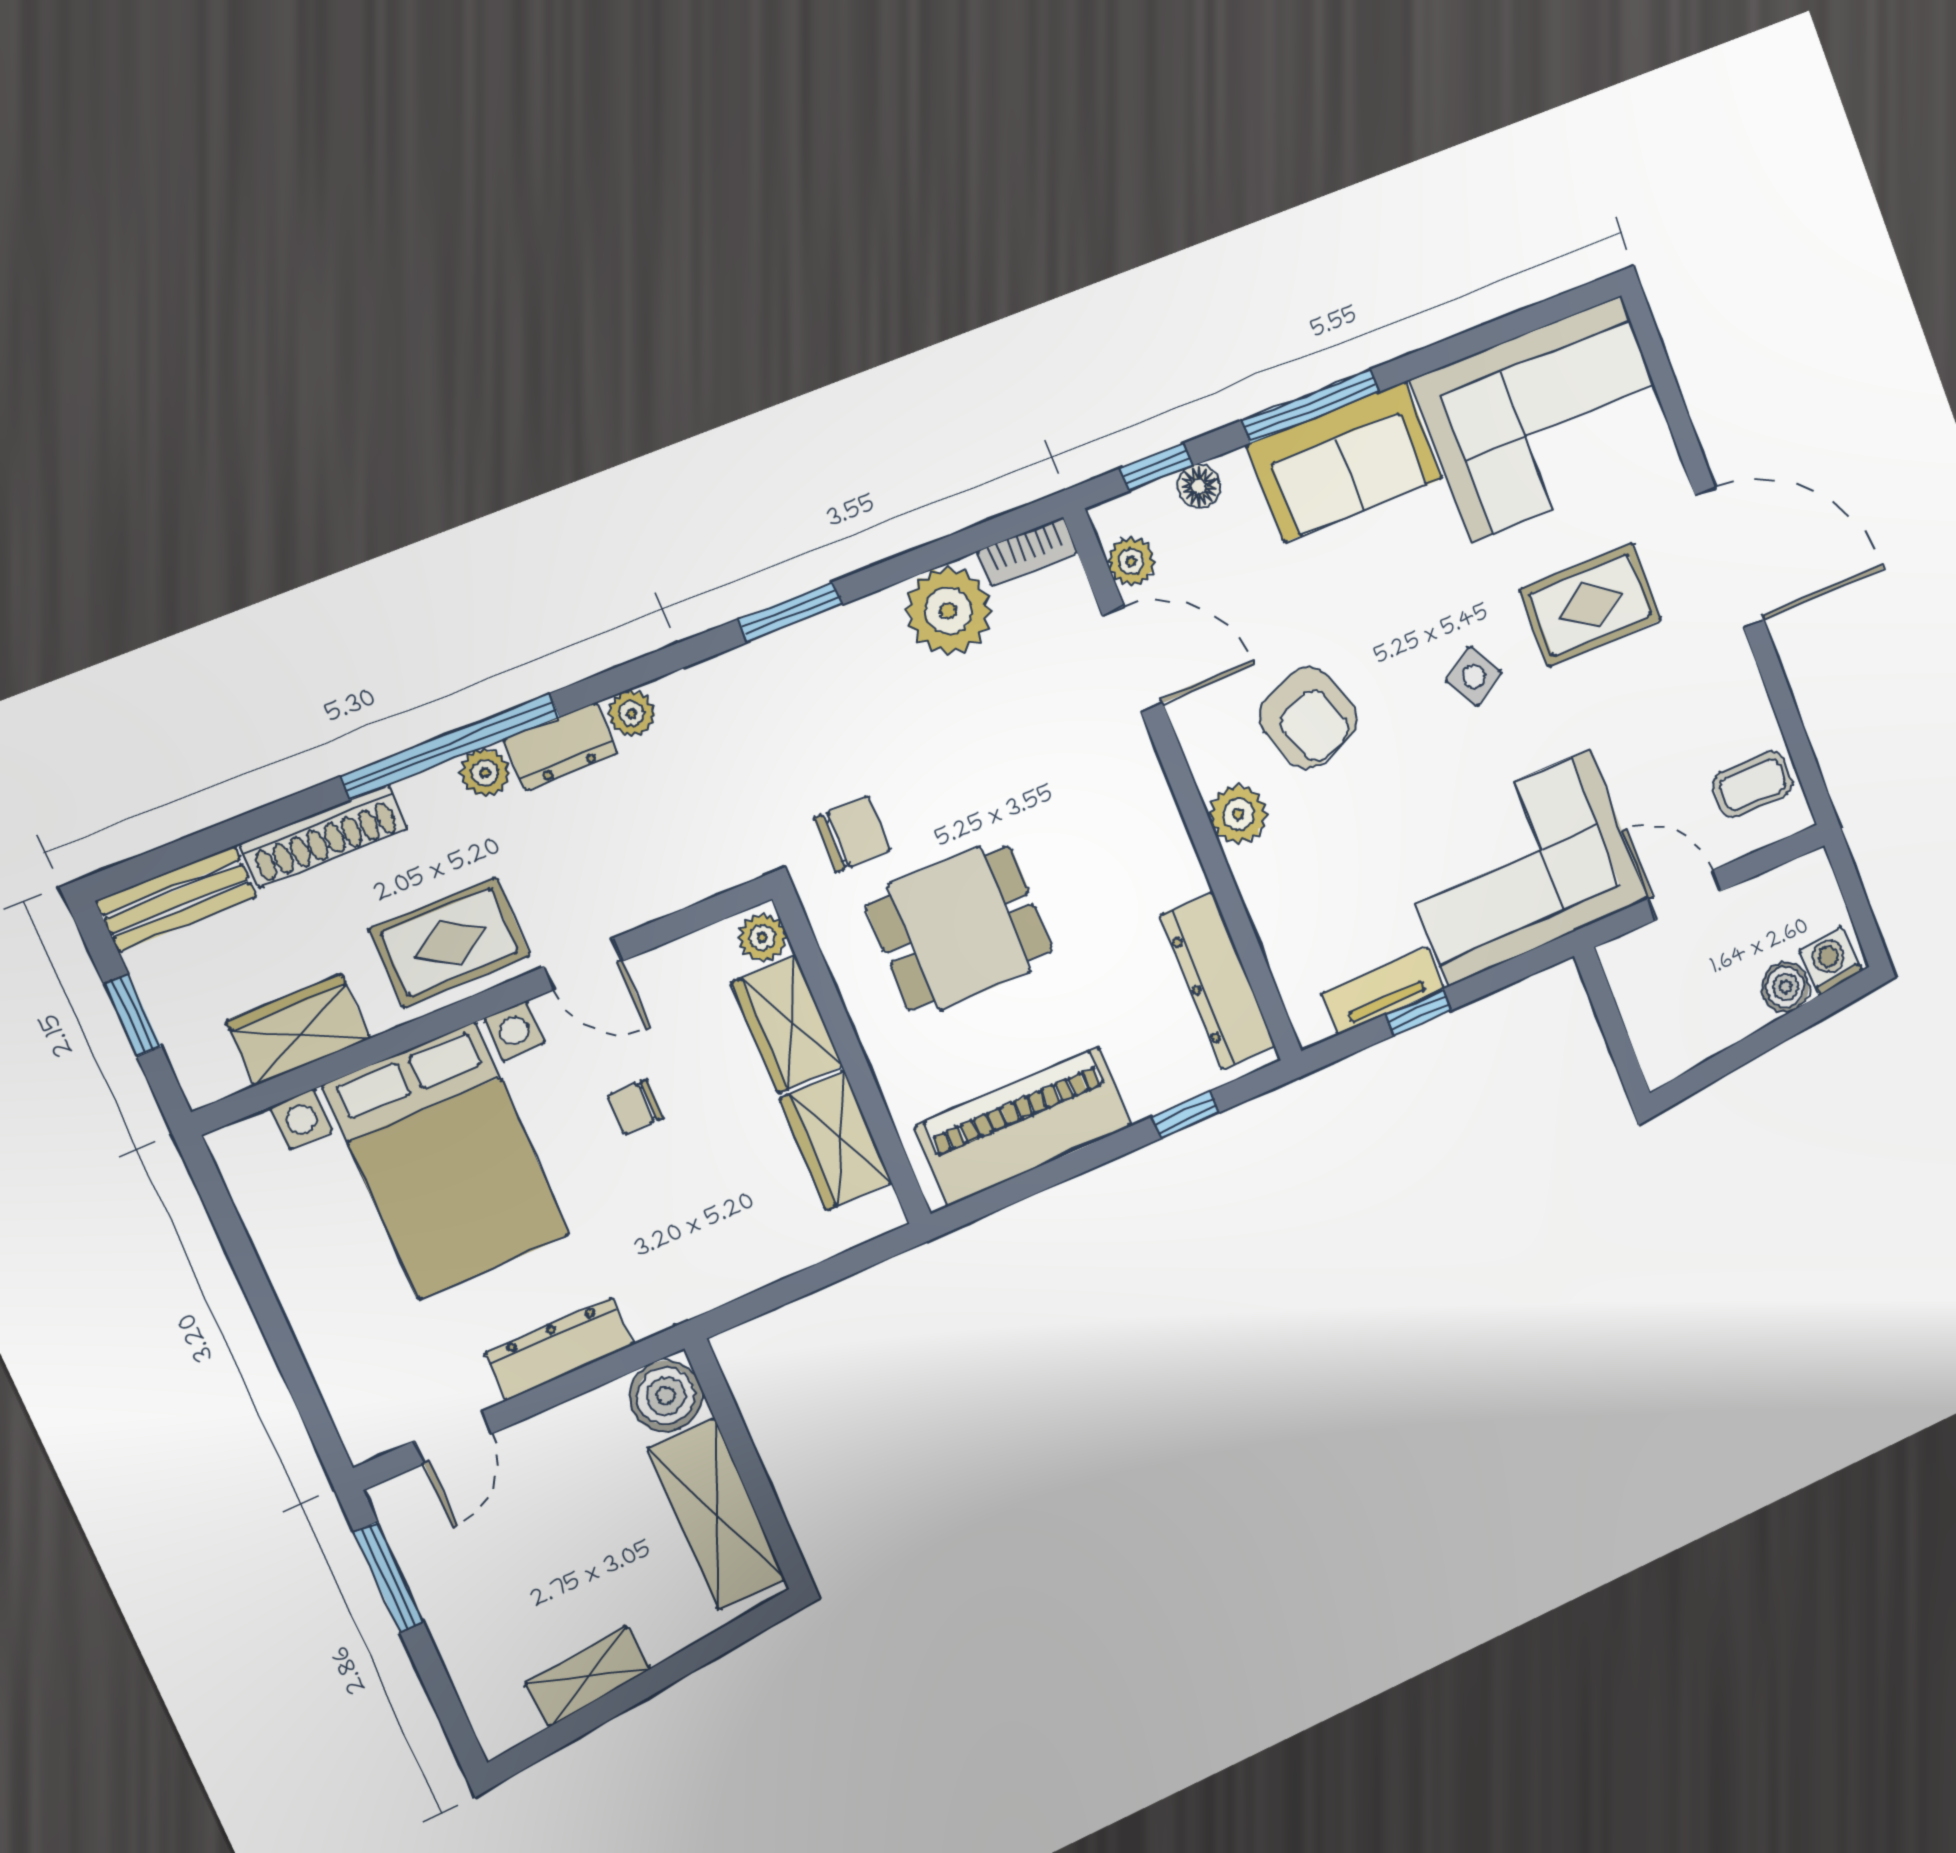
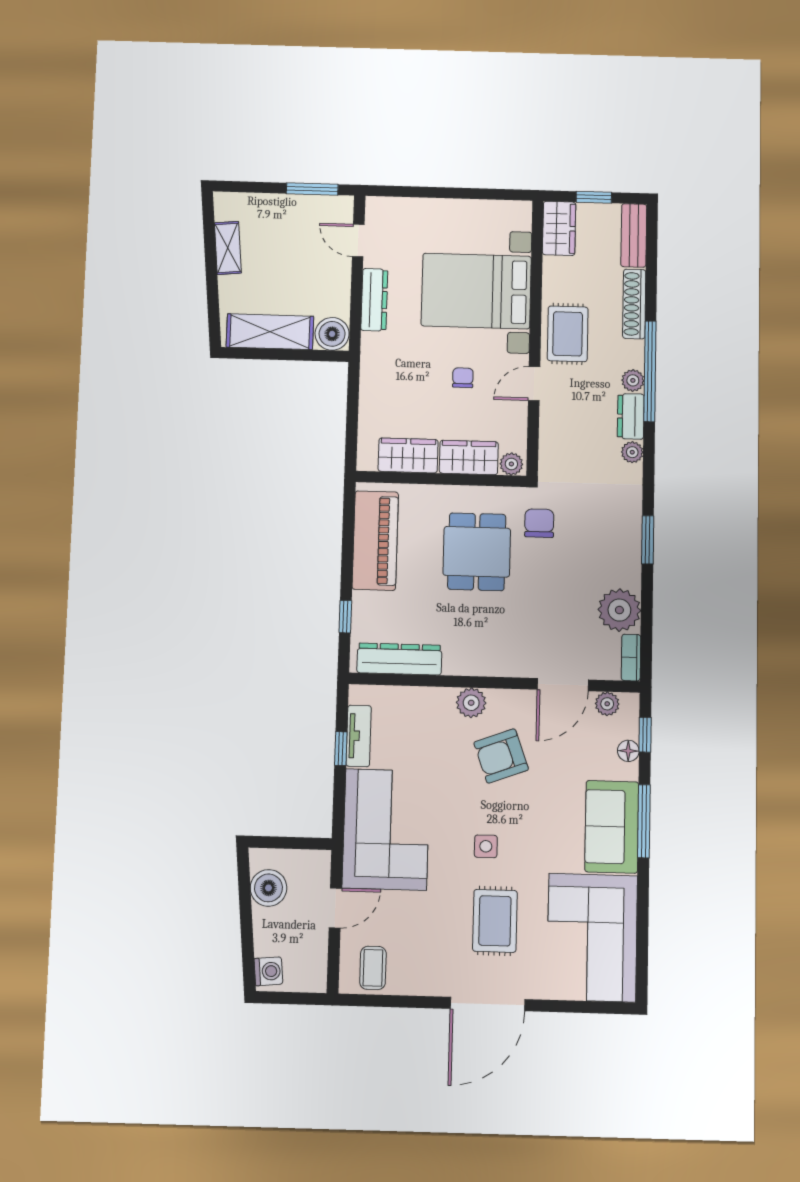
side table: (1474, 677) -> (486, 846), turned 31
chair: (852, 834) -> (539, 523), turned 180
boiler: (1785, 987) -> (268, 888), moved, width x1.36, depth x1.36
wardrobe: (298, 1030) -> (559, 228), moved

